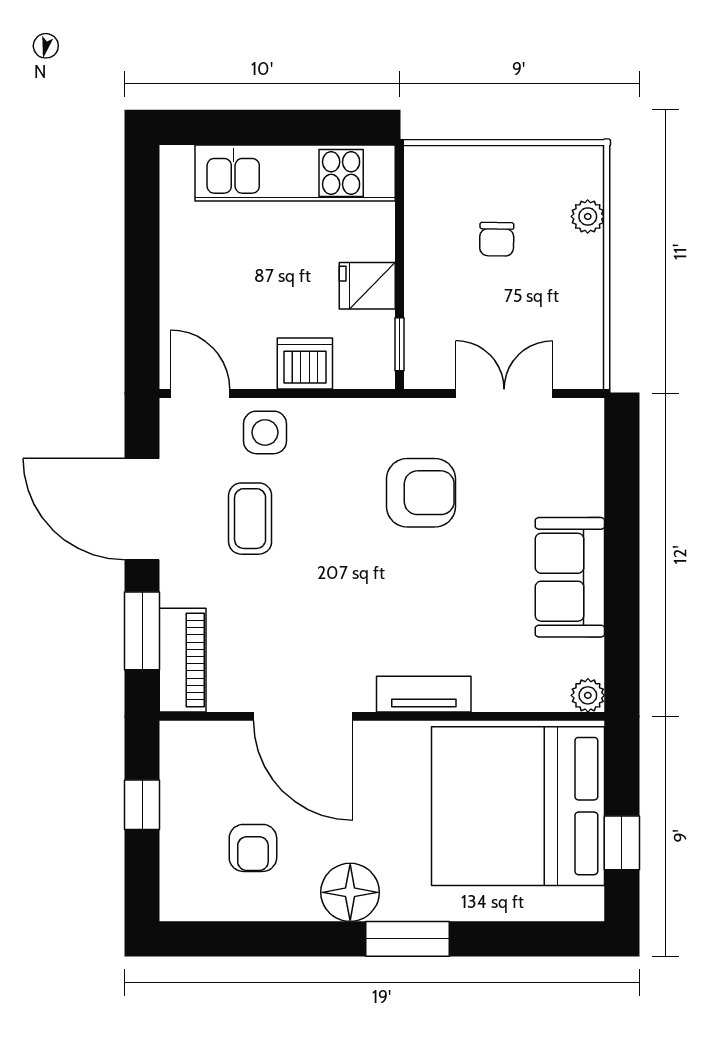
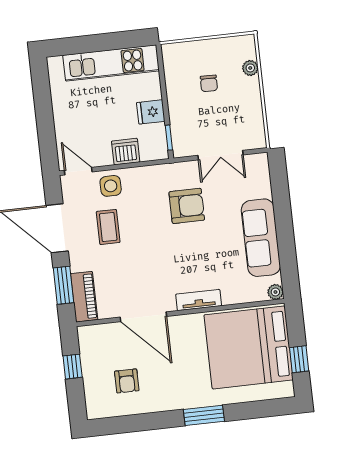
double door: (504, 394) -> (220, 155), swing flipped
sofa: (570, 577) -> (261, 238), width x1.36
floor lamp: (350, 892) -> (175, 397), removed

